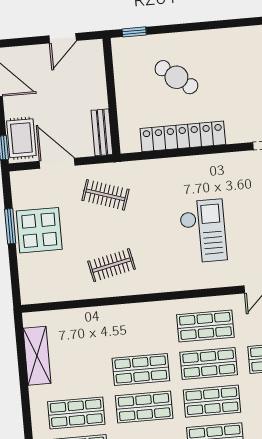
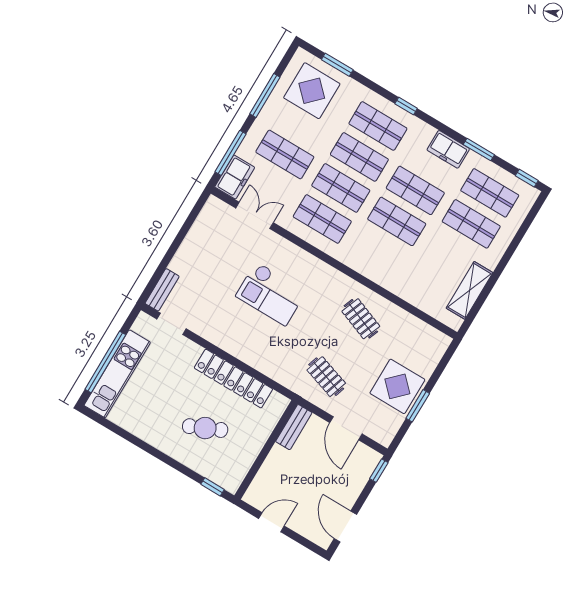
cafe table: (176, 77) -> (205, 428), turned -62
rug: (21, 138) -> (360, 468), removed
checkout: (203, 231) -> (271, 294), turned -90
clothes rail: (112, 265) -> (361, 319), turned 33

